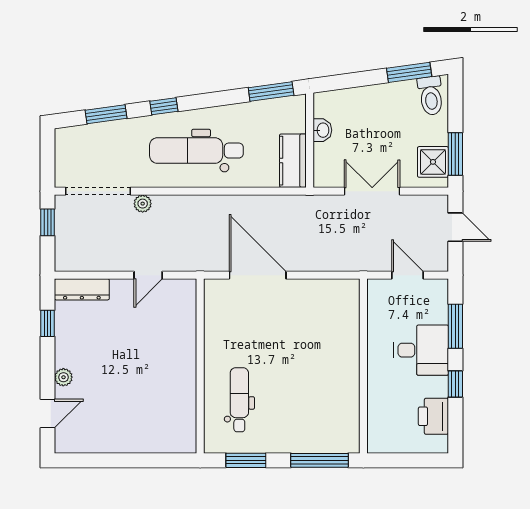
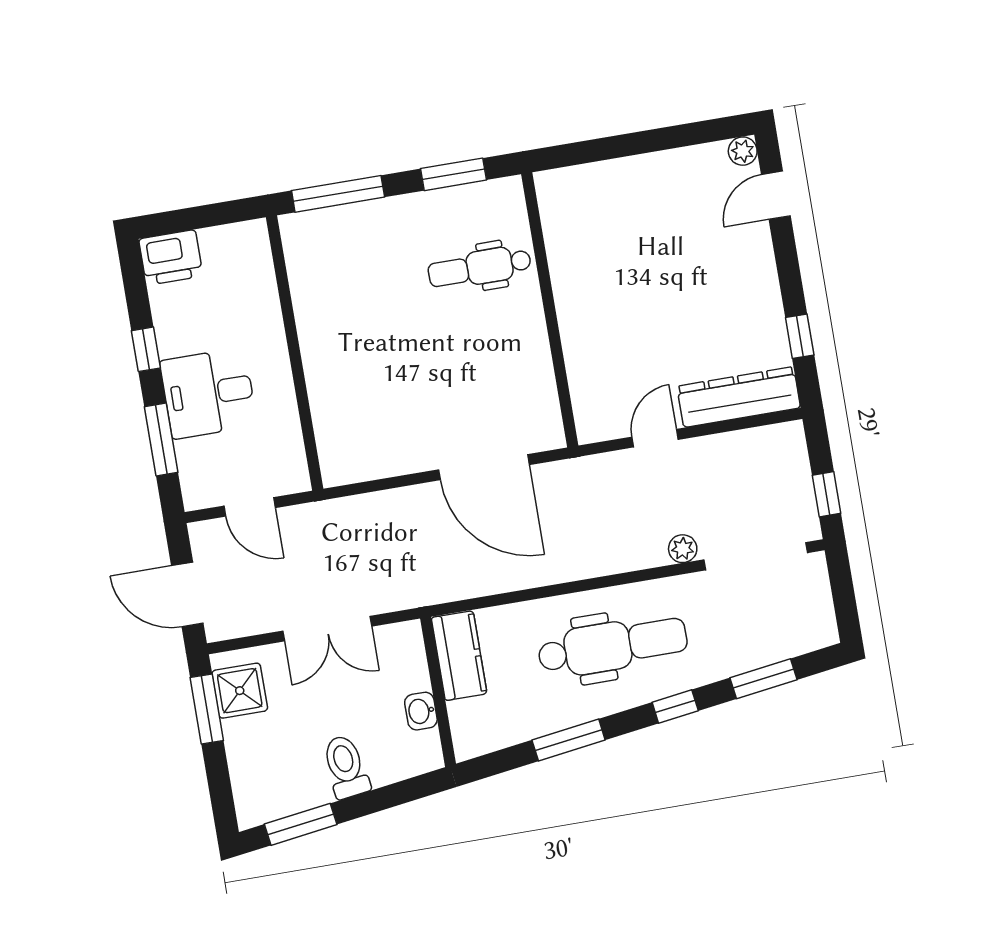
window: (271, 91) -> (569, 740), moved
toilet: (431, 96) -> (346, 767), moved
door: (455, 227) -> (187, 594), width x1.38
dresser: (82, 289) -> (739, 397), width x1.37, depth x1.24
plant: (63, 377) -> (743, 151), moved
dental chair: (239, 400) -> (480, 267), turned 90
printer: (433, 416) -> (171, 257), moved, turned 90

